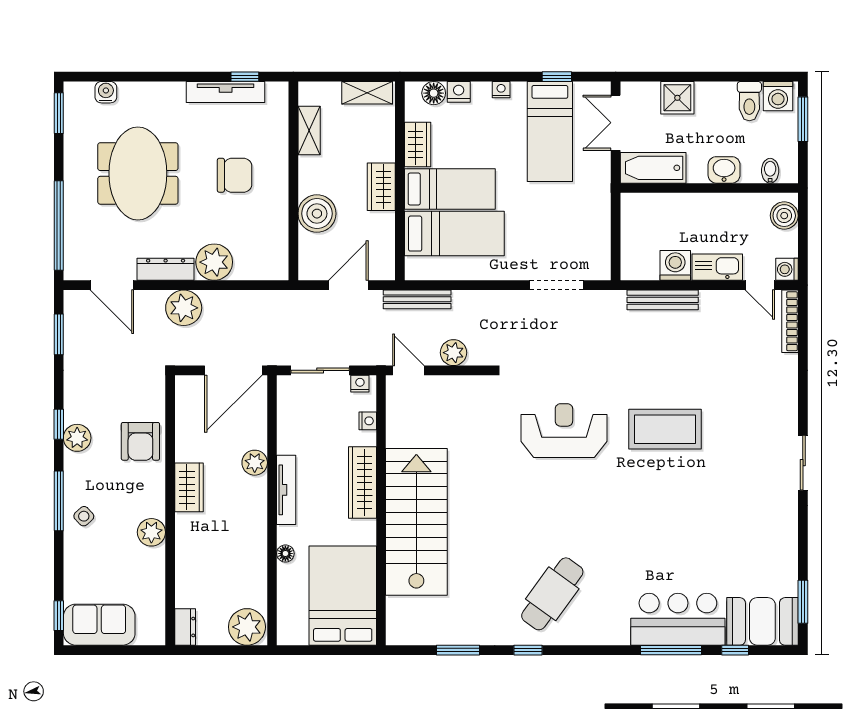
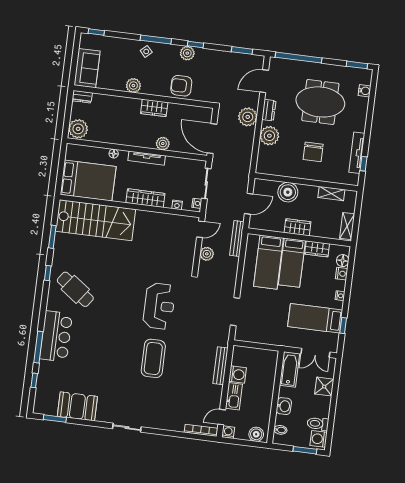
double door: (616, 123) -> (315, 353), swing flipped
dresser: (166, 269) -> (269, 110), width x0.70
door: (348, 285) -> (249, 204), hinge flipped
stairs: (416, 522) -> (96, 220), moved
bar counter: (678, 619) -> (56, 336), moved
booth: (762, 621) -> (77, 406), moved, turned 90
sofa: (99, 625) -> (87, 68), moved

